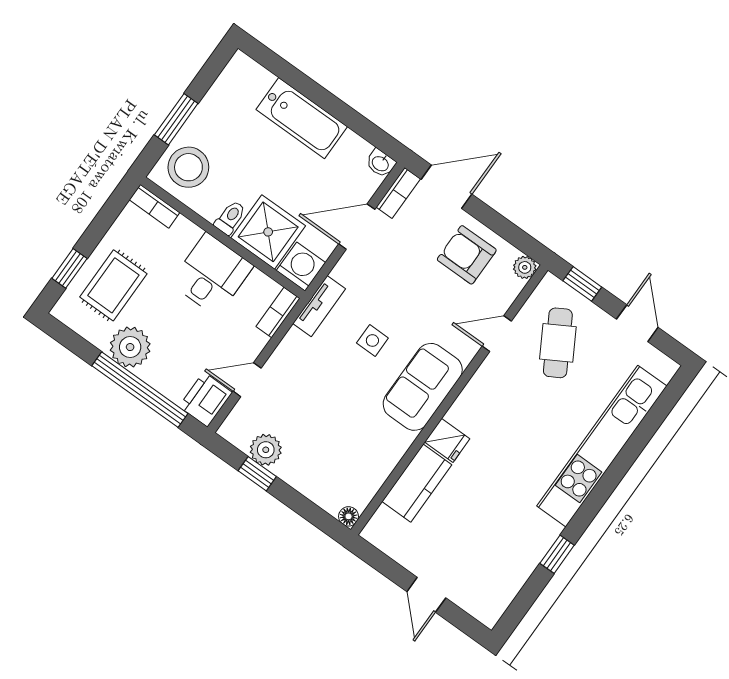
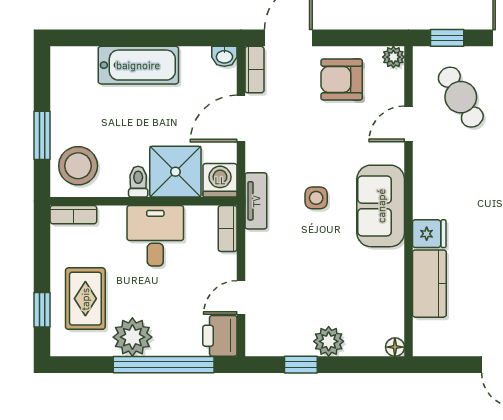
plant: (266, 450) -> (329, 341), moved

